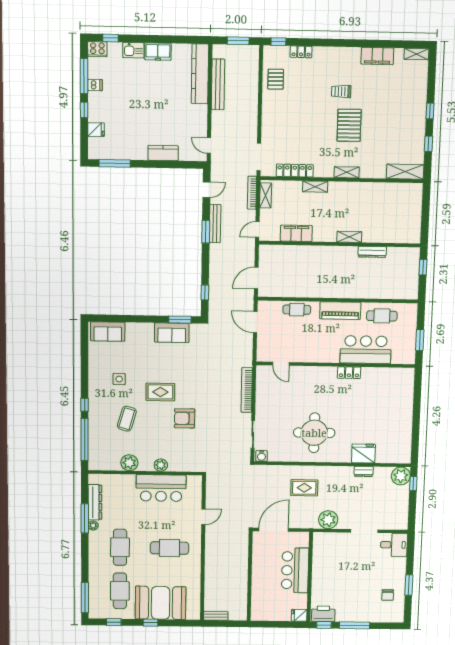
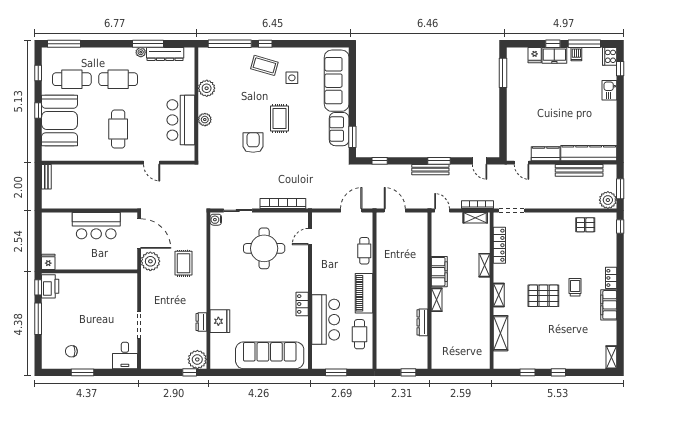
freezer: (158, 52) -> (554, 55), moved, turned -90
locker: (301, 52) -> (611, 278), moved
plant: (250, 54) -> (608, 200), added
filing cabinet: (377, 56) -> (609, 305), moved
door: (209, 146) -> (522, 163), swing flipped
kitchen counter: (163, 153) -> (546, 154), moved, turned -90
shelving: (405, 172) -> (500, 333), moved
bench: (215, 224) -> (430, 170), moved
filing cabinet: (296, 233) -> (439, 272), moved
sofa: (108, 332) -> (337, 81), width x1.85, depth x1.27
sofa: (400, 406) -> (270, 355), added
coffee table: (127, 419) -> (264, 65), moved
round table: (314, 433) -> (264, 248), moved
plant: (328, 520) -> (150, 261), moved
bar counter: (295, 570) -> (96, 226), moved, turned 180

